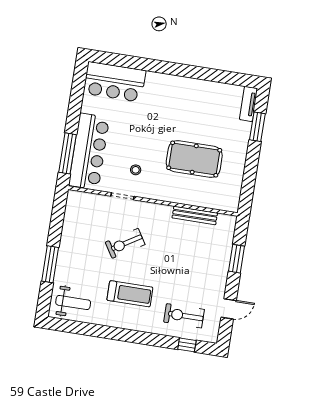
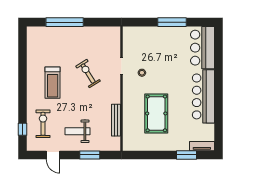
bar counter: (89, 151) -> (203, 96), moved, turned 90
window: (68, 153) -> (172, 22), moved
window: (50, 264) -> (65, 22), width x1.46
weight bench: (73, 303) -> (78, 131), moved, turned 90

